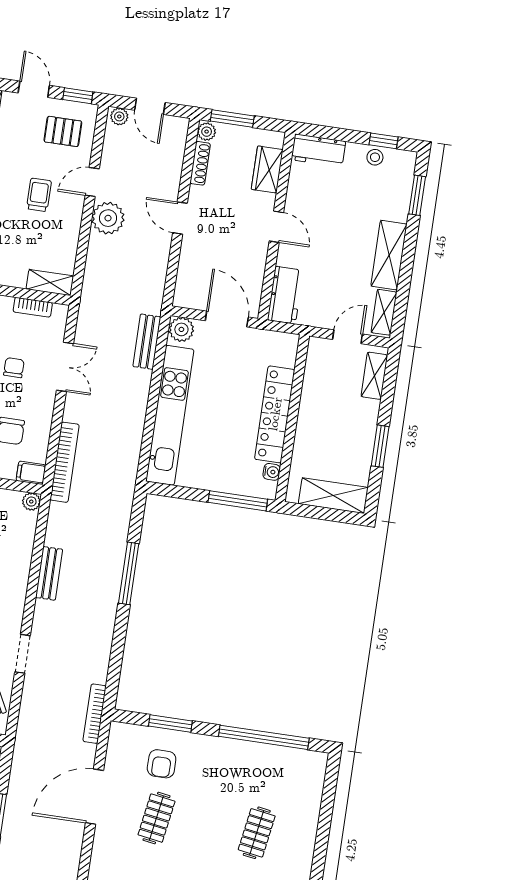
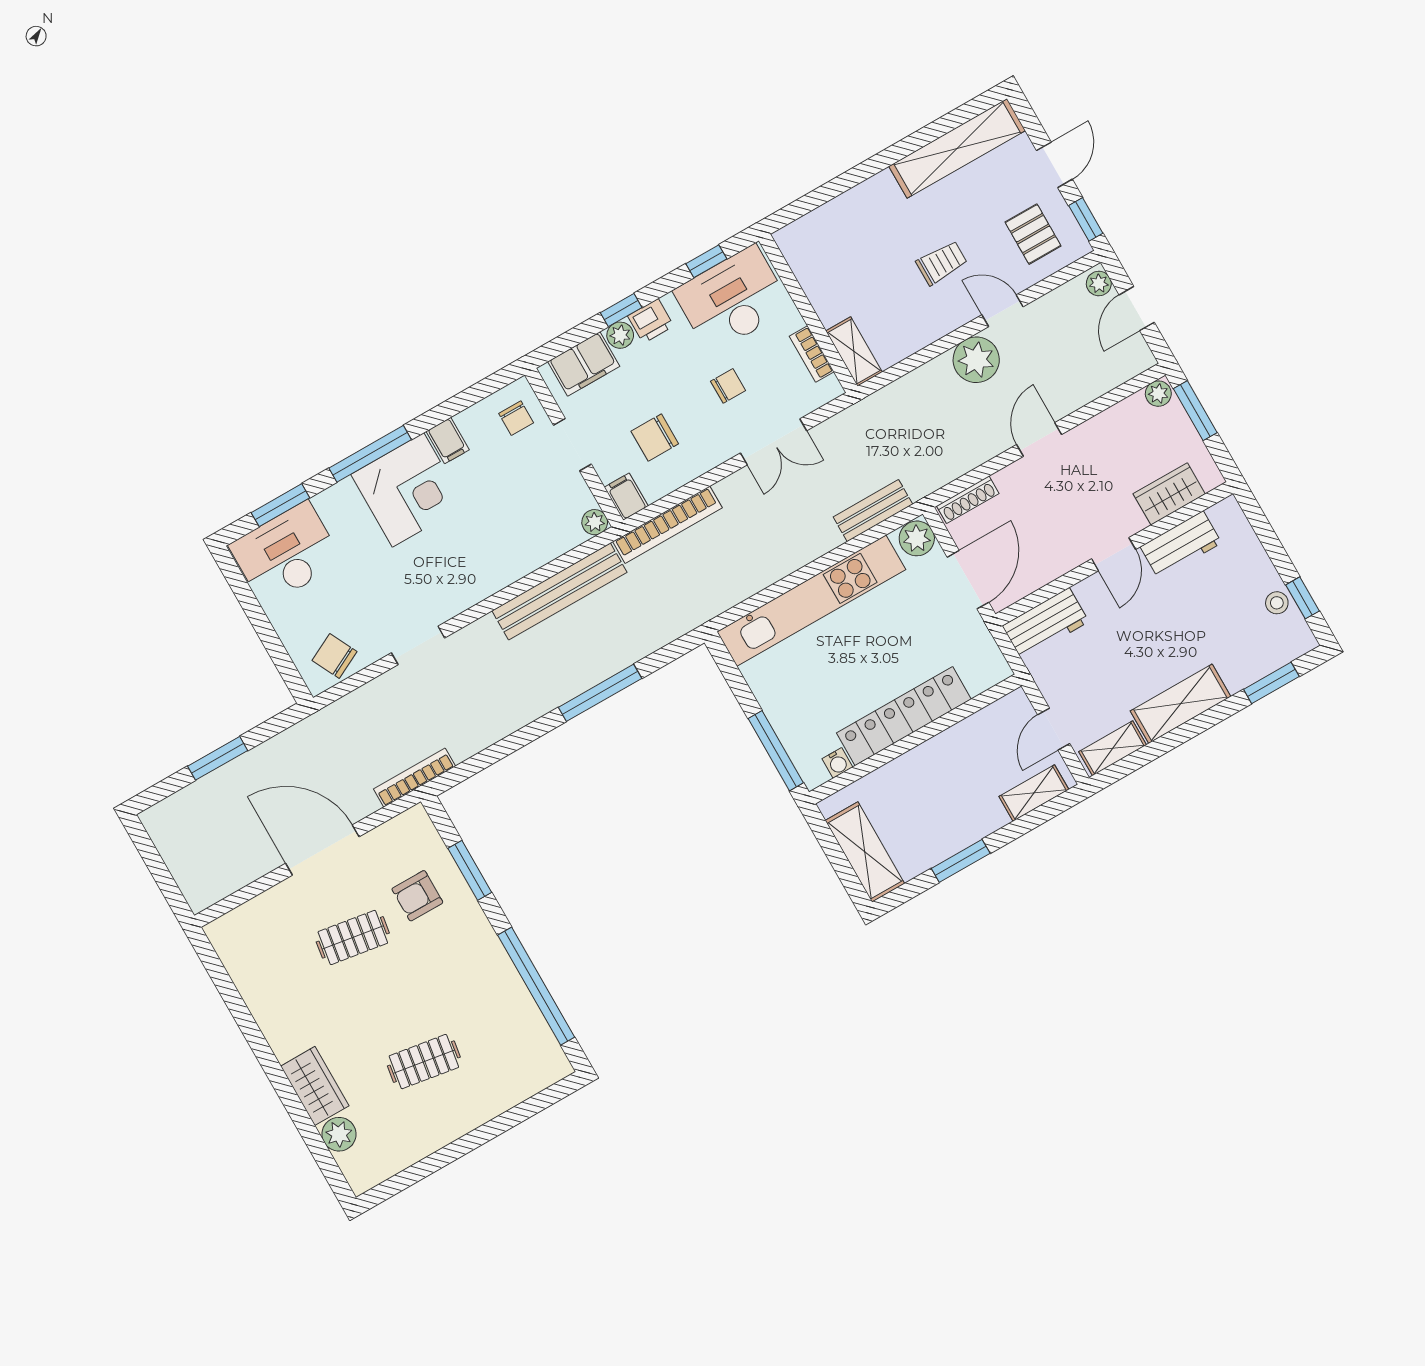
workbench: (318, 151) -> (1181, 545), moved, turned -90
shoe rack: (200, 163) -> (968, 500), moved
door: (347, 337) -> (1054, 729), swing flipped
bench: (49, 573) -> (559, 592), width x1.86, depth x1.21

